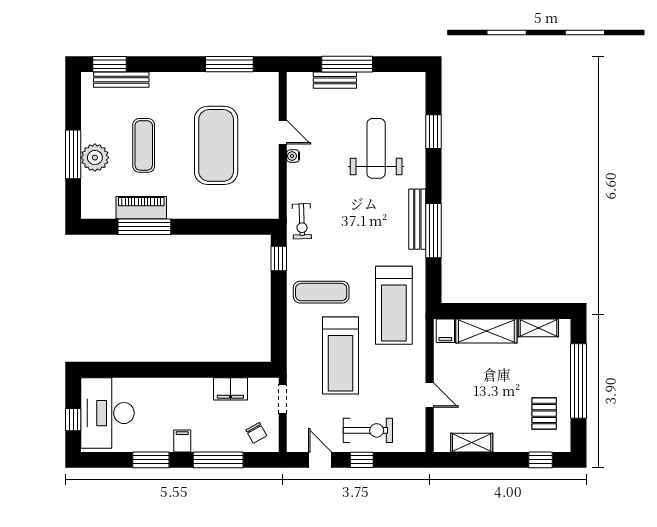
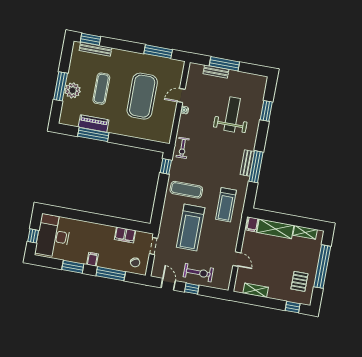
door: (283, 132) -> (181, 96), swing flipped
bench: (417, 219) -> (247, 163), width x0.73
treadmill: (394, 305) -> (226, 205), width x0.73, depth x0.73

